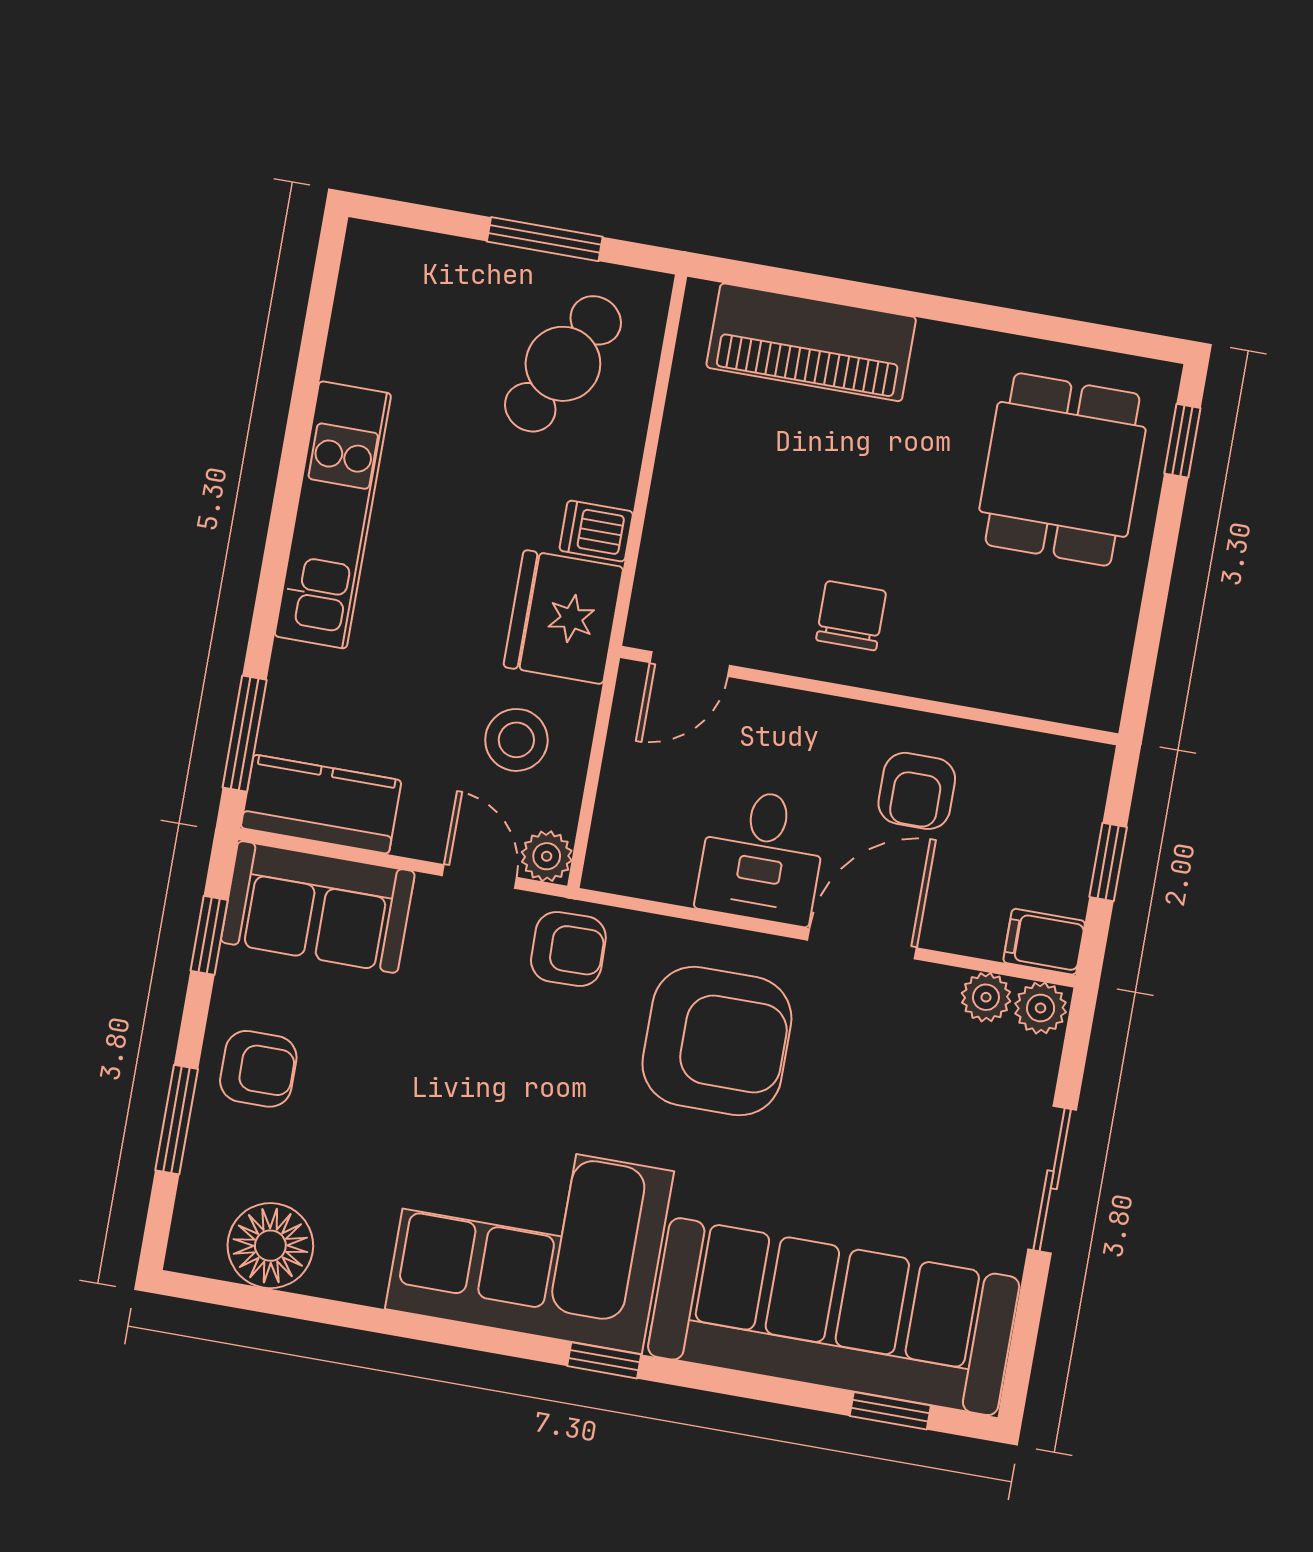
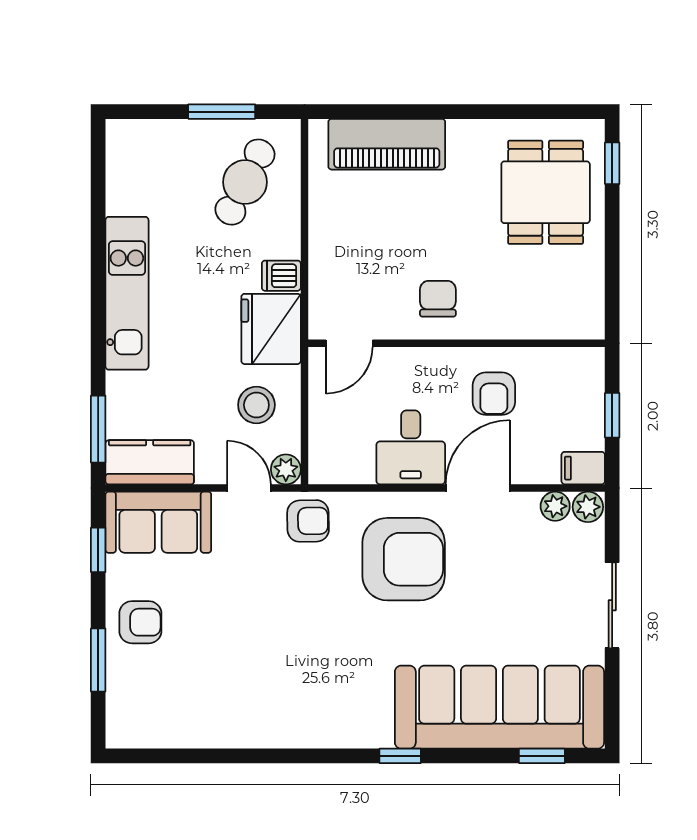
corner sofa: (529, 1240) -> (315, 694), removed
floor lamp: (270, 1246) -> (165, 724), removed
window: (604, 1360) -> (400, 756), moved

